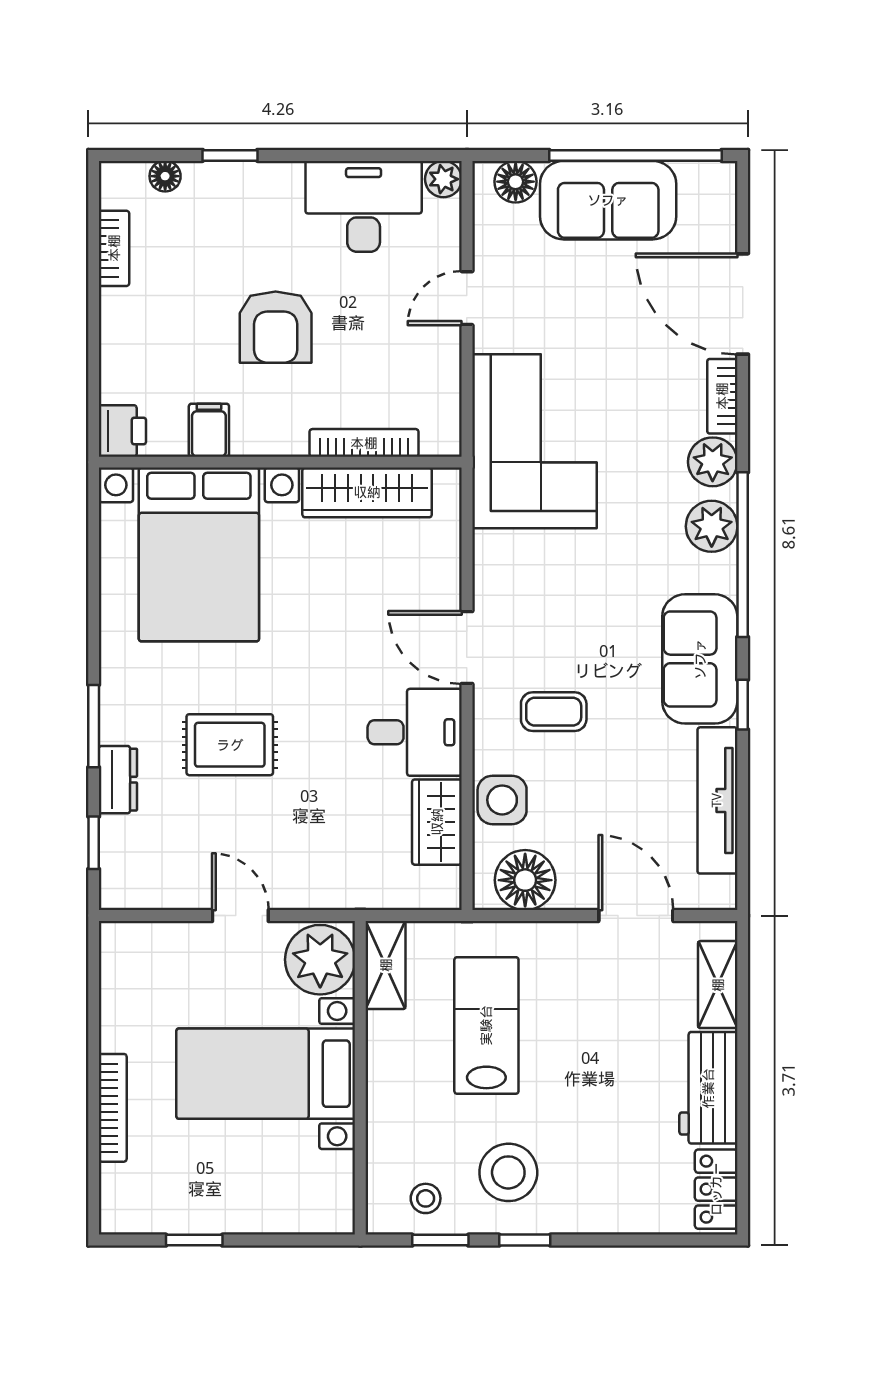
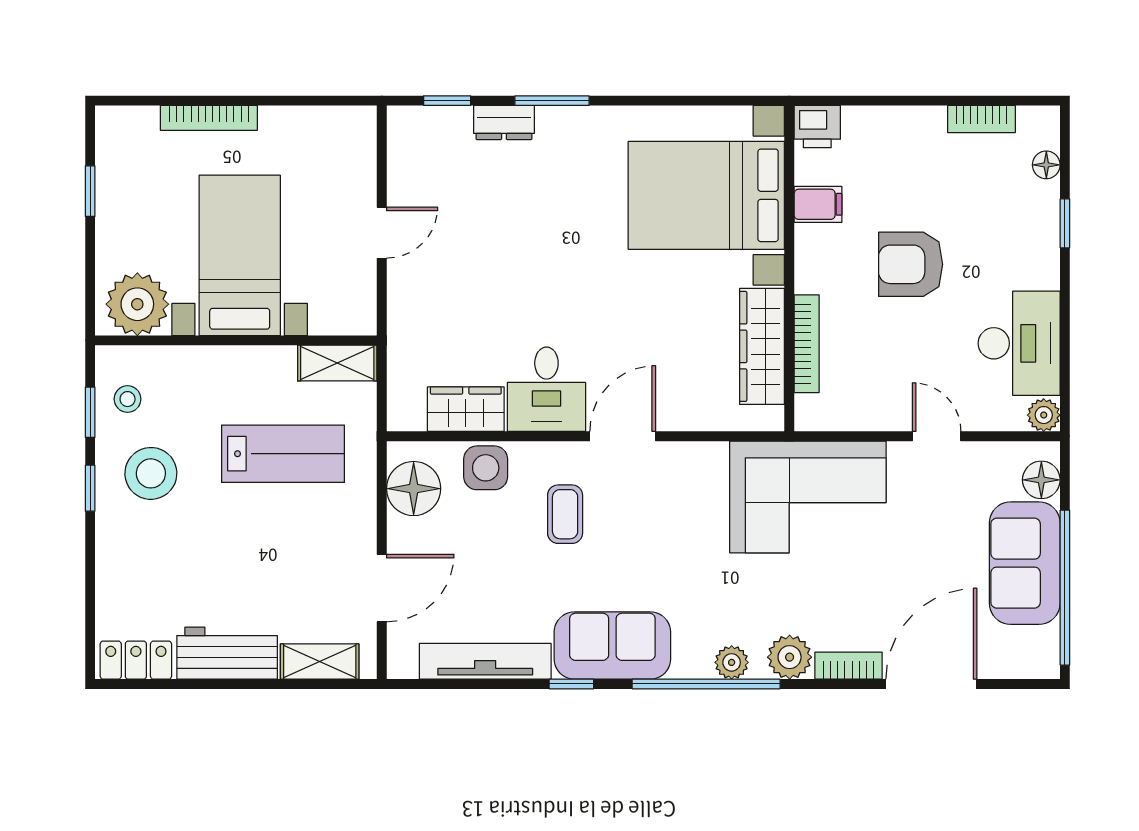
plant: (712, 526) -> (732, 662), width x0.73, depth x0.73
rug: (230, 745) -> (535, 223), removed
plant: (320, 960) -> (137, 304), moved

